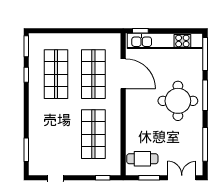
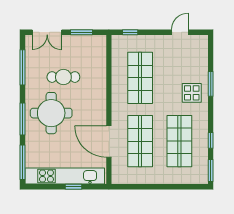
window: (140, 31) -> (73, 187), moved
display table: (44, 120) -> (192, 93), added
window: (26, 150) -> (211, 84), moved
cafe table: (142, 159) -> (63, 77), moved

